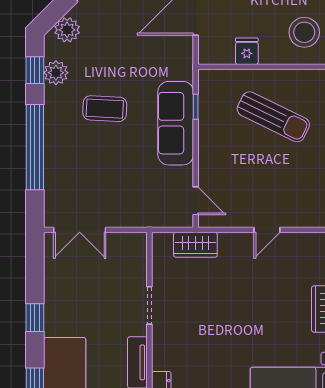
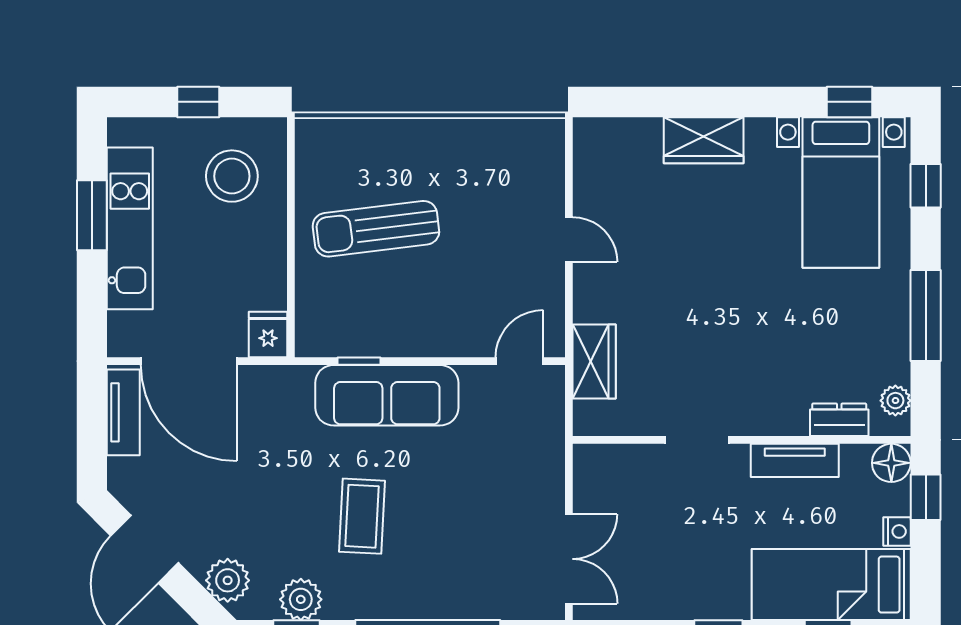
fridge: (247, 51) -> (268, 334), moved, turned 90
sun lounger: (273, 117) -> (376, 229), turned -123

